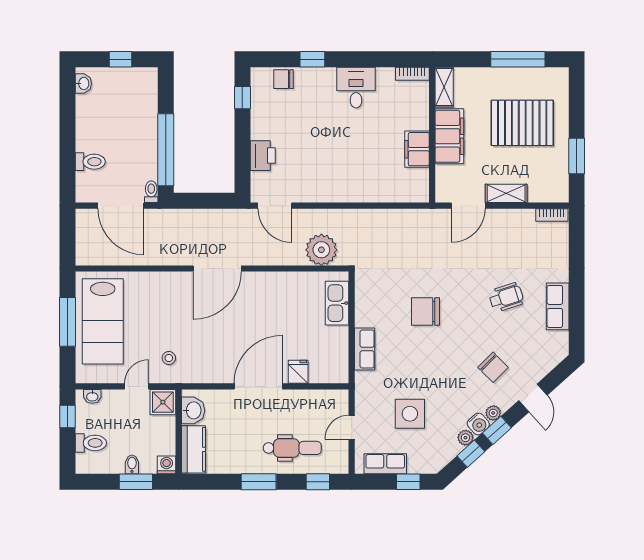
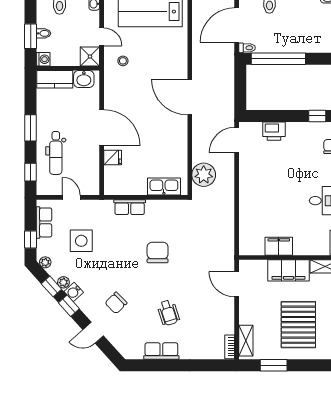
shelving: (506, 193) -> (246, 341), moved
plant: (493, 413) -> (45, 262), moved

